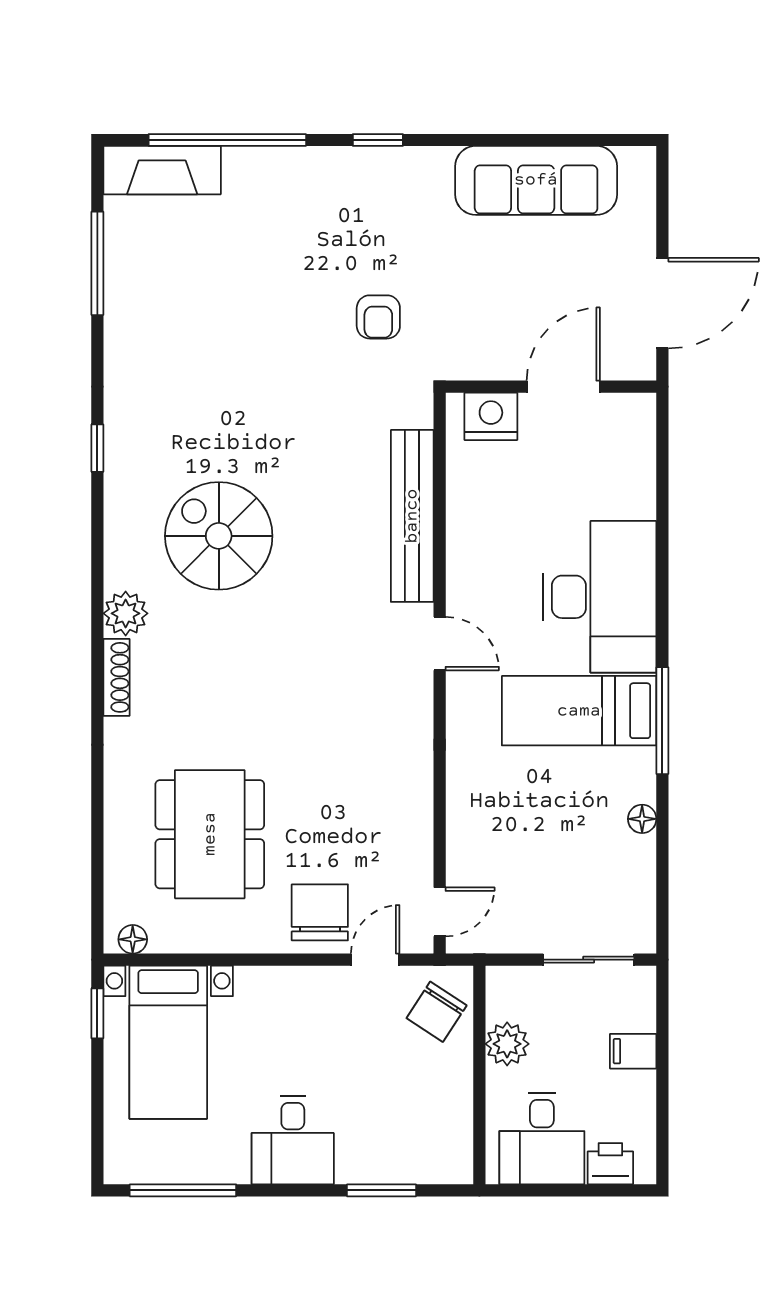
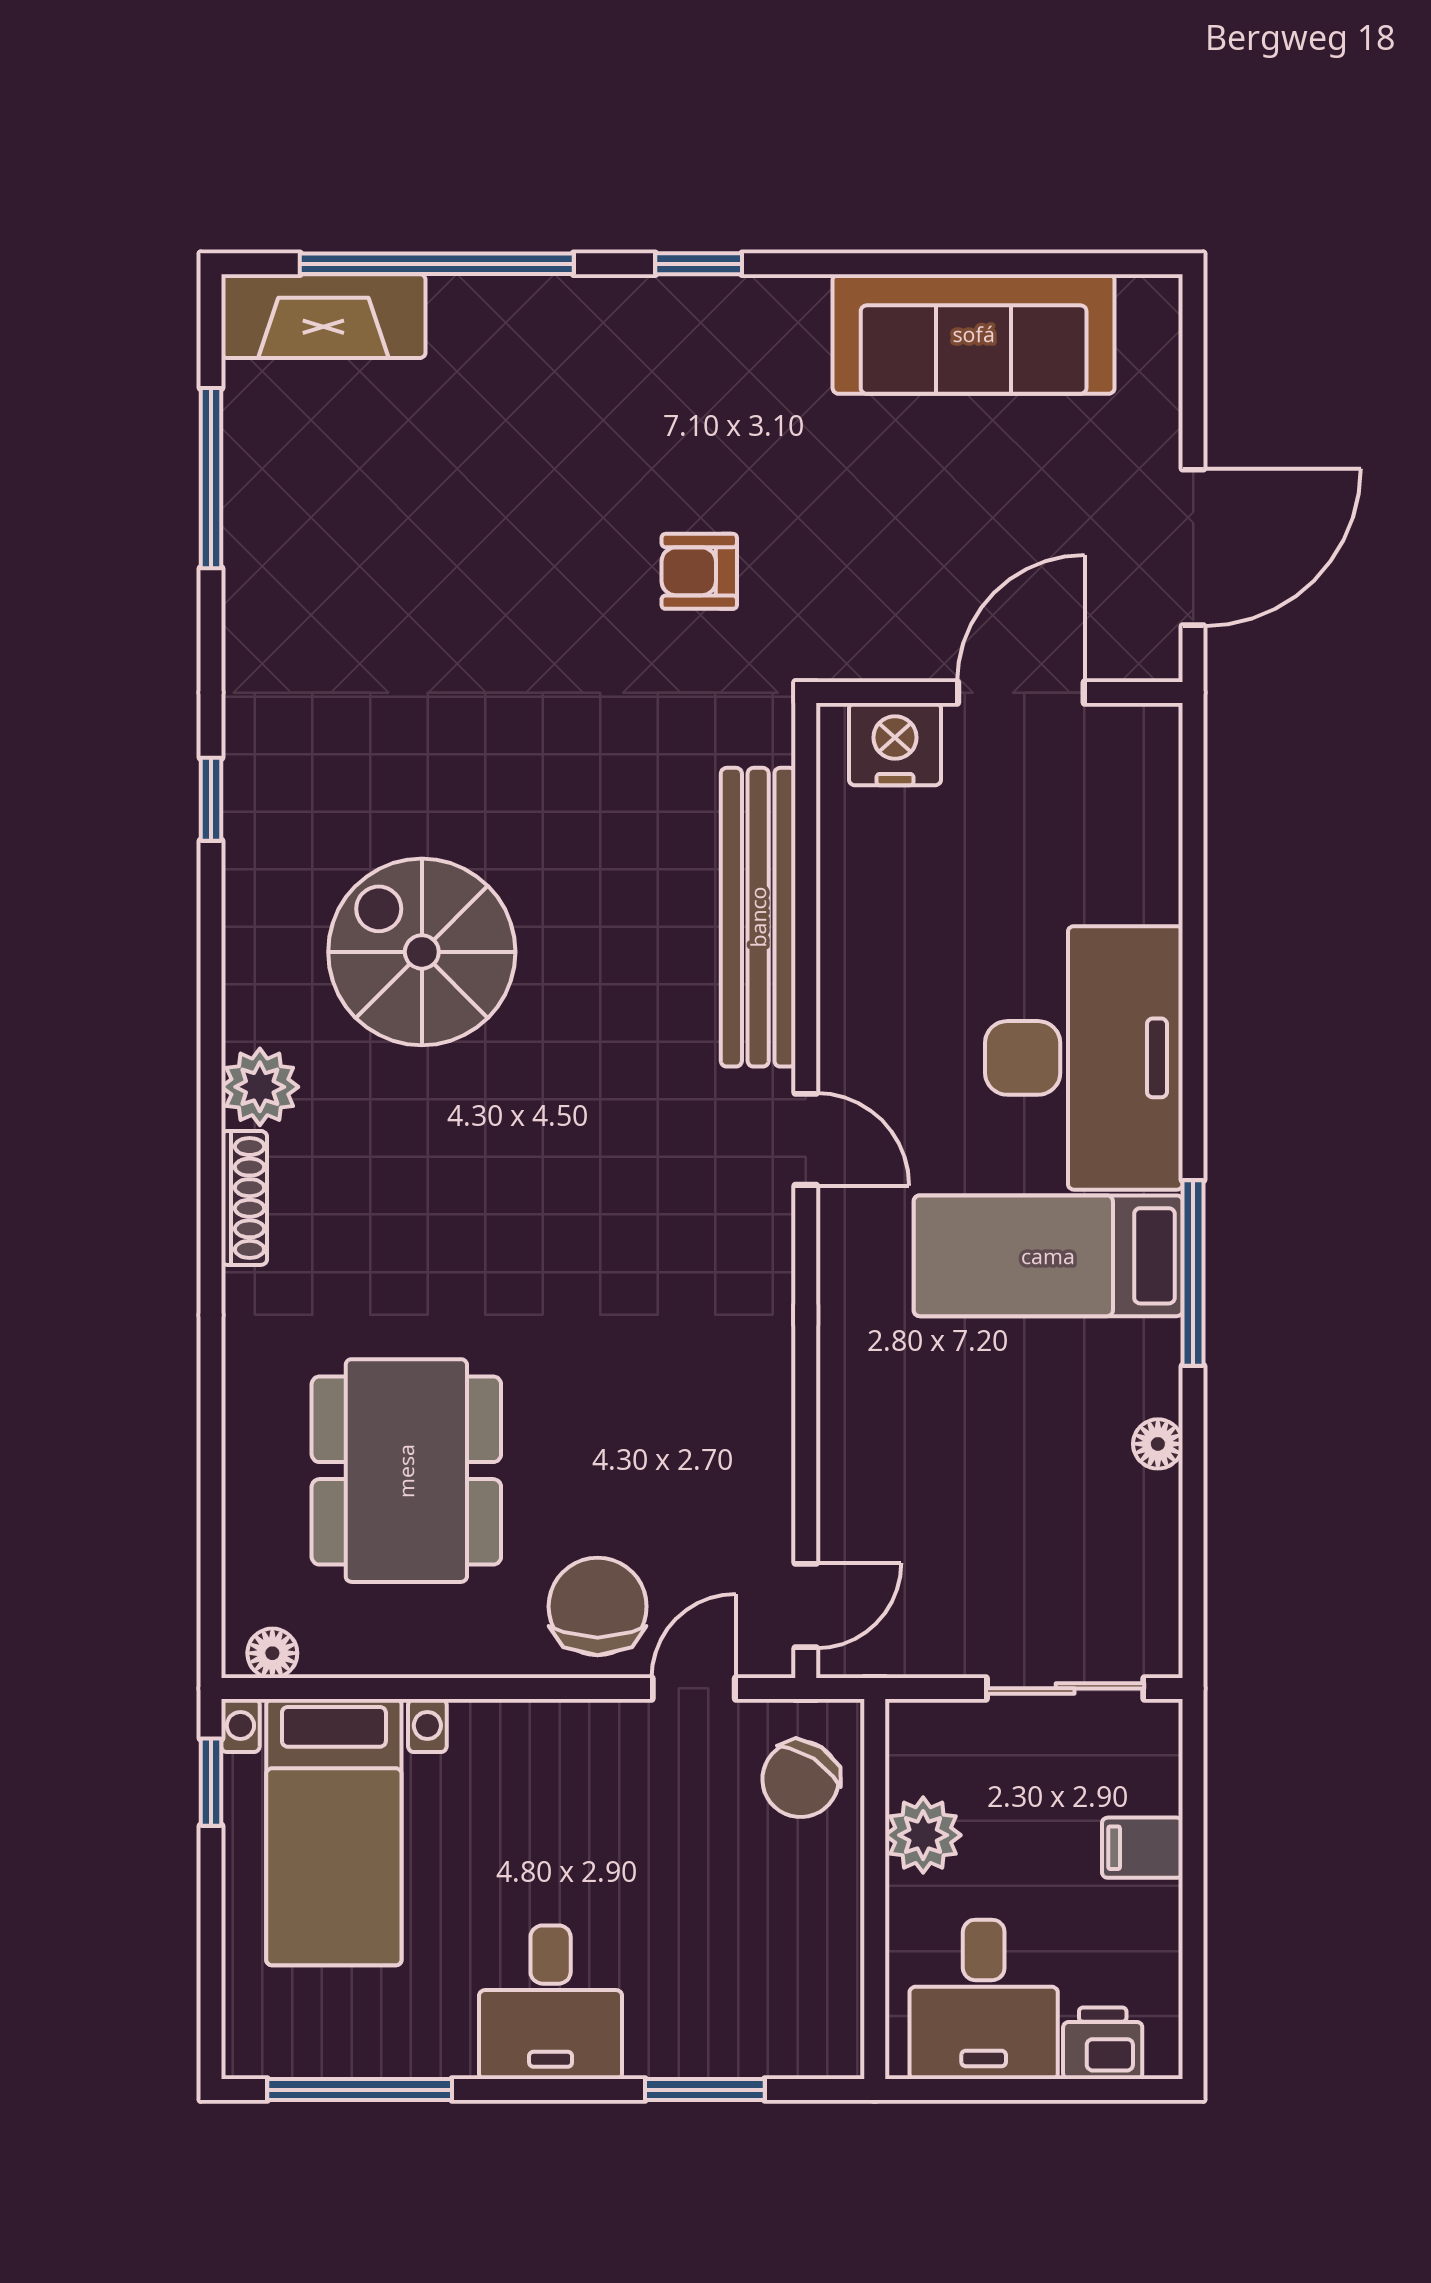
armchair: (378, 317) -> (699, 571), turned 90

